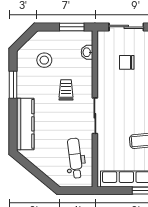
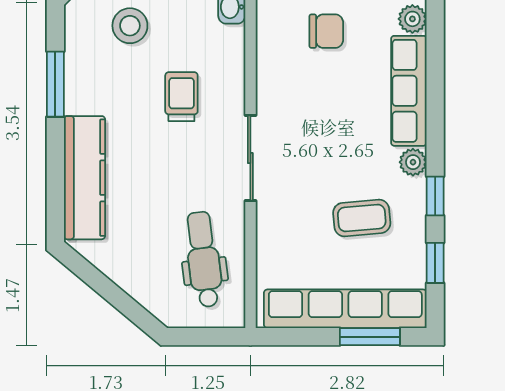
chair: (127, 62) -> (326, 31), turned 180

